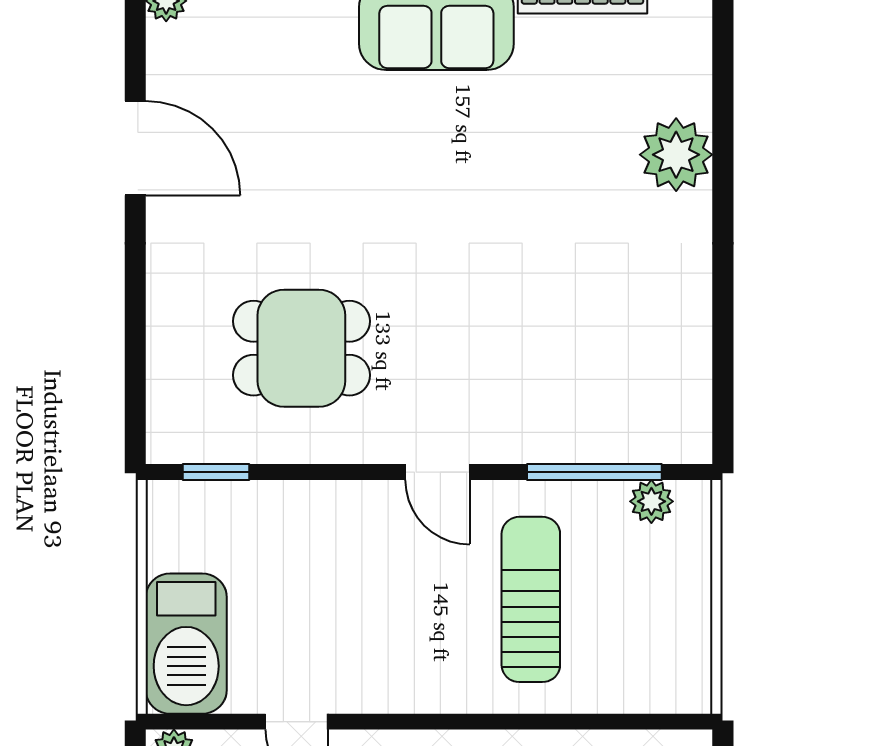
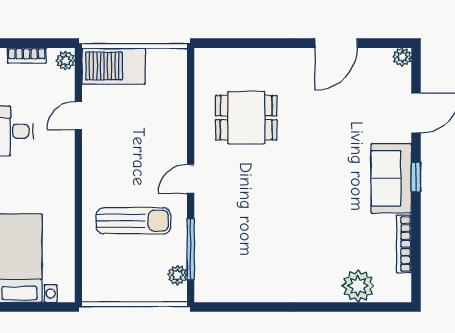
plant: (676, 155) -> (358, 286), moved
dining table: (301, 348) -> (246, 118), turned 90
window: (216, 472) -> (191, 79), removed

